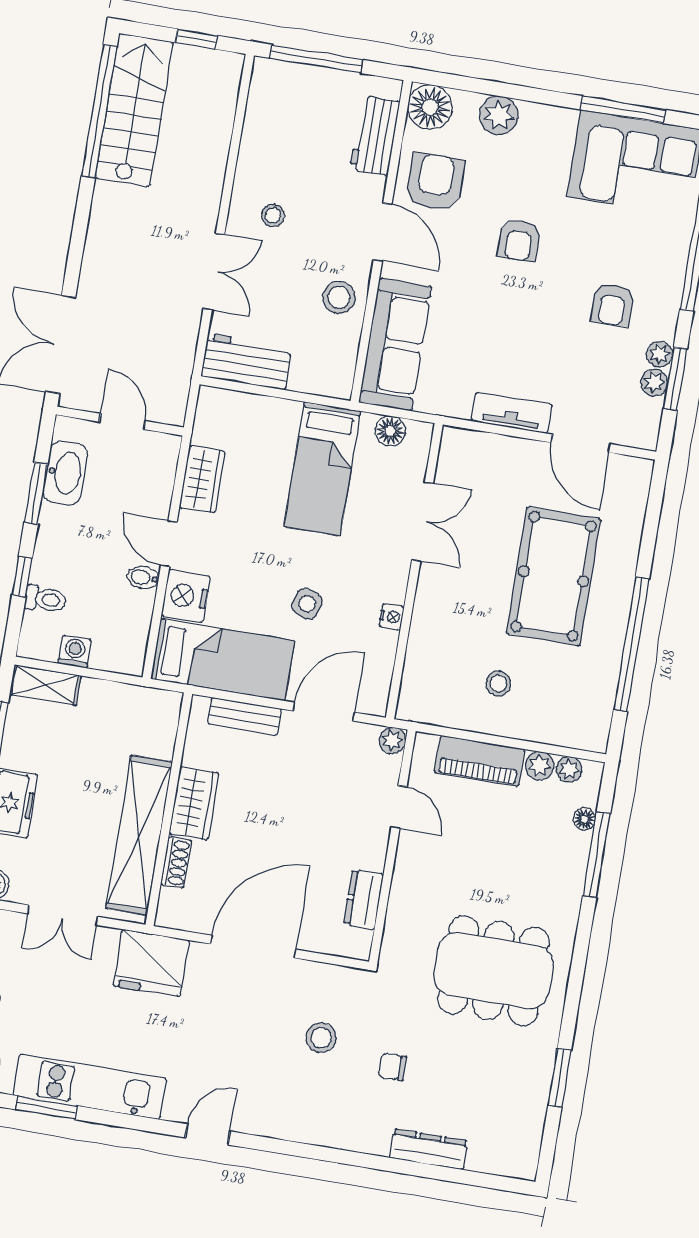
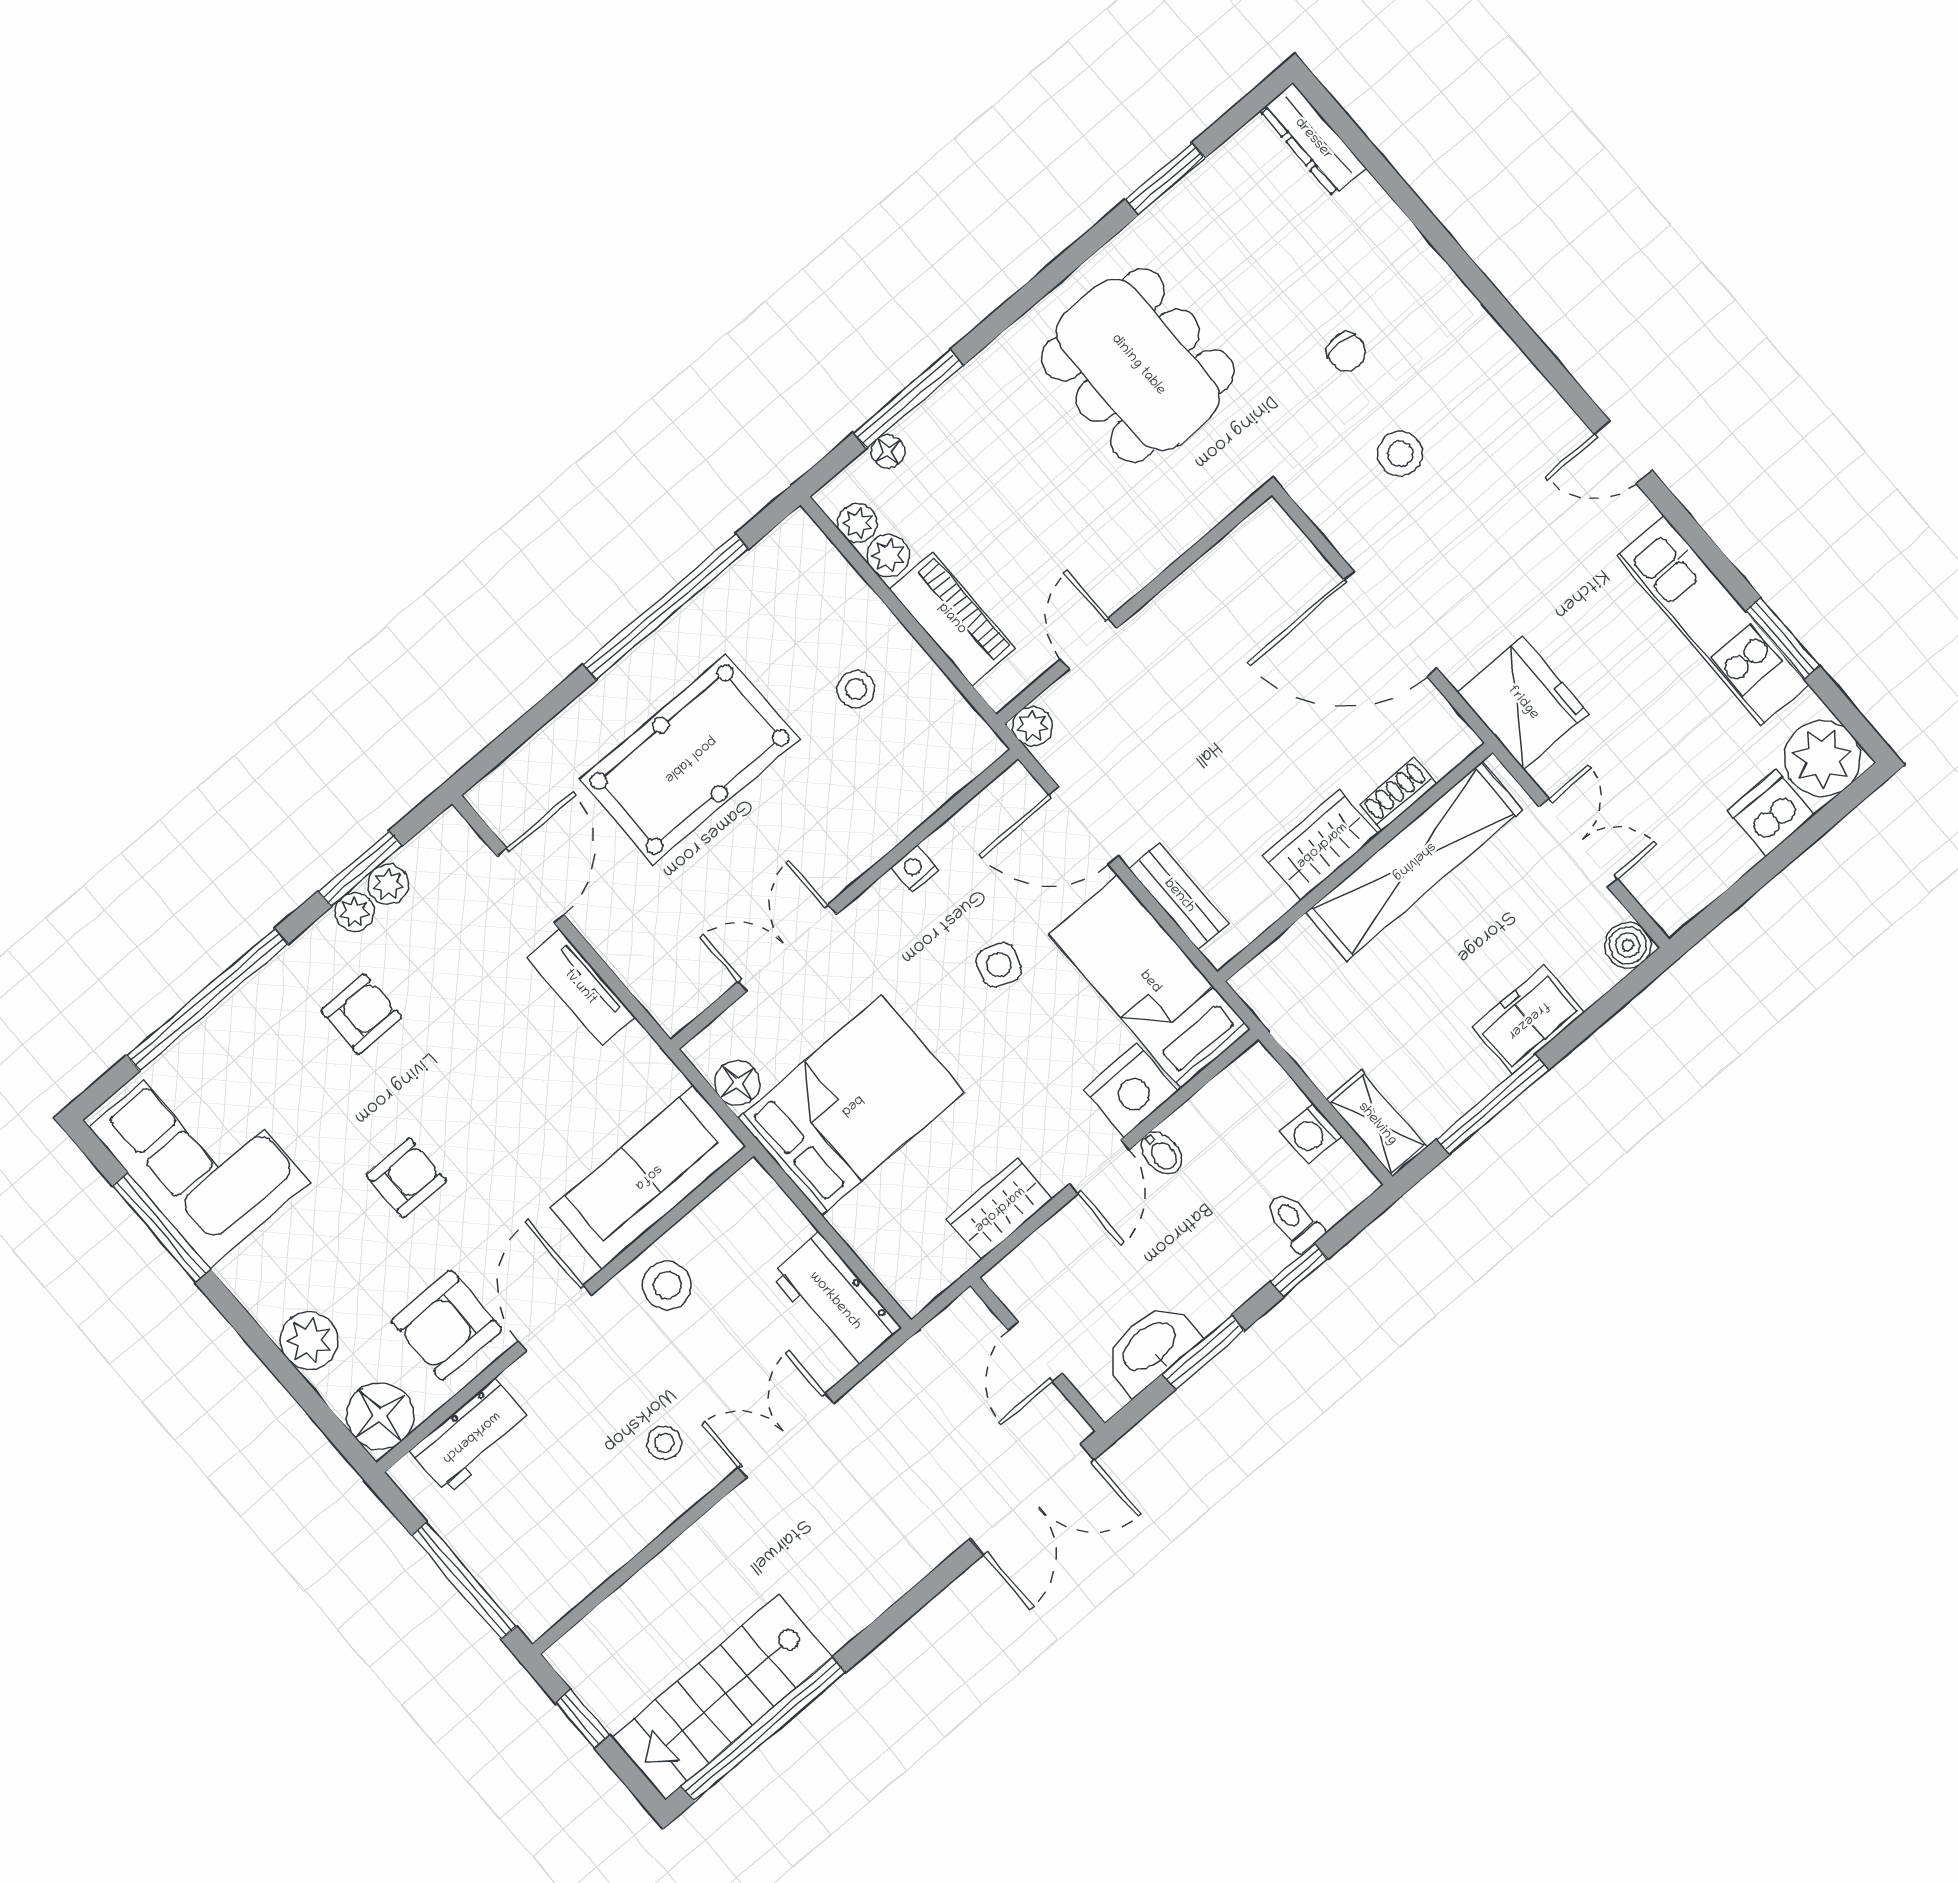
bed: (322, 469) -> (852, 1105), width x1.50
dresser: (364, 899) -> (1218, 572), removed
dresser: (428, 1149) -> (1313, 139), moved

